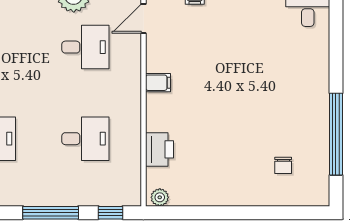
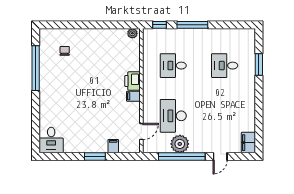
desk: (85, 47) -> (173, 116), width x1.37
printer: (159, 149) -> (133, 81), moved

